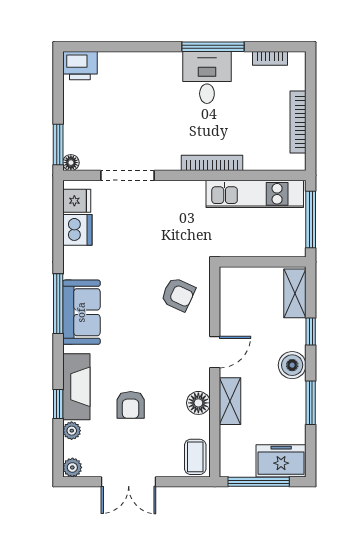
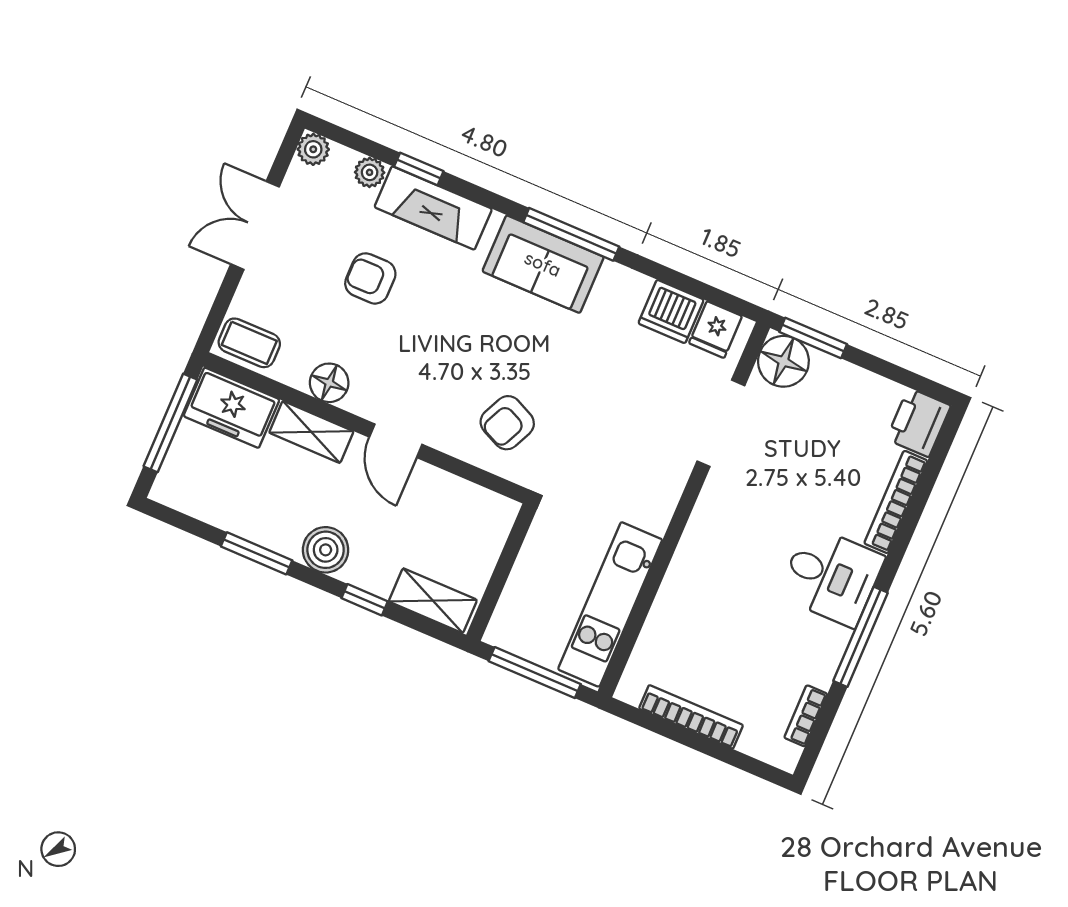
desk: (207, 78) -> (831, 576), moved
floor lamp: (71, 163) -> (783, 361), width x1.89, depth x1.89
bookcase: (212, 163) -> (896, 502), moved, turned 180
freezer: (281, 461) -> (232, 408), moved, turned 90

